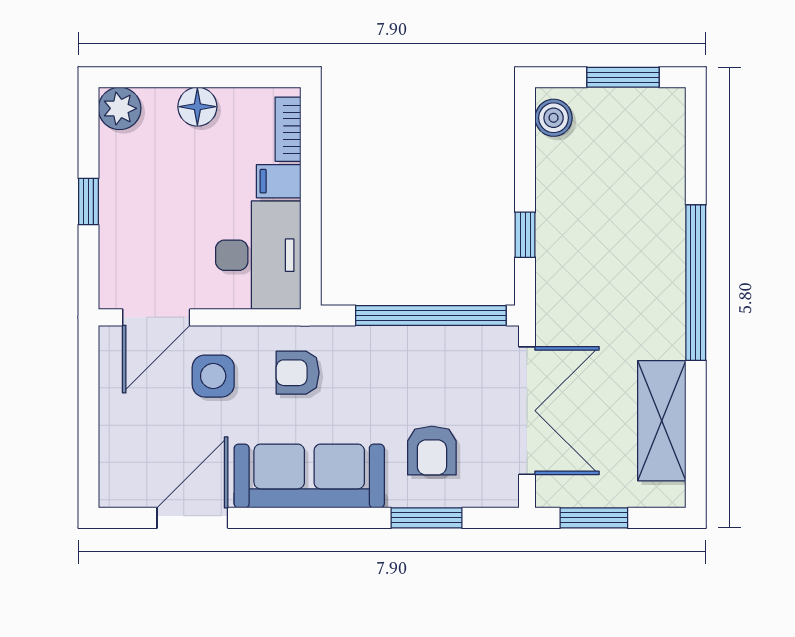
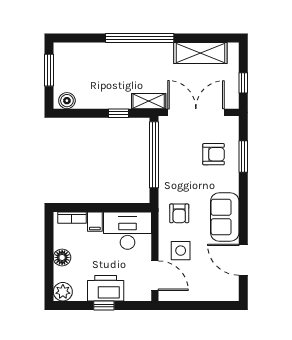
printer: (128, 205) -> (106, 288), added
shelving: (552, 303) -> (149, 101), added
sofa: (309, 476) -> (225, 217), width x0.73
window: (594, 518) -> (243, 83), width x0.67

